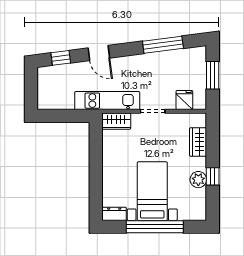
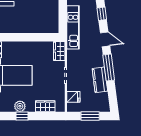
window: (163, 45) -> (109, 67), moved
door: (99, 53) -> (105, 39), swing flipped
kitchen counter: (159, 61) -> (100, 80), added
kitchen unit: (107, 101) -> (73, 27), moved

